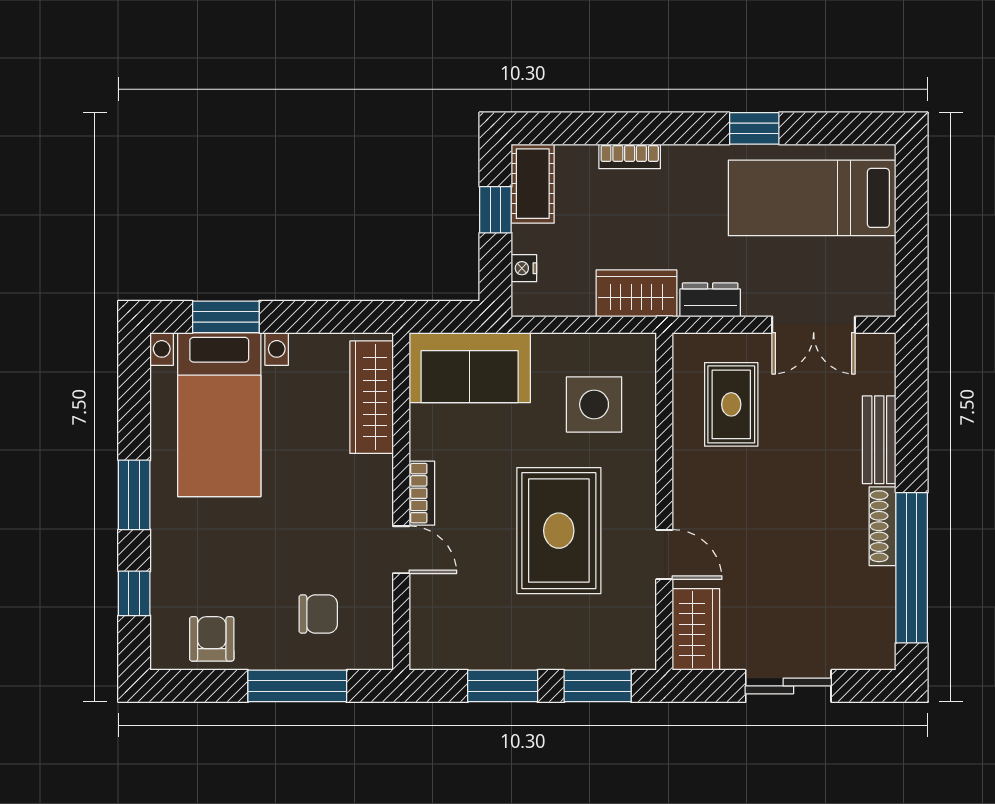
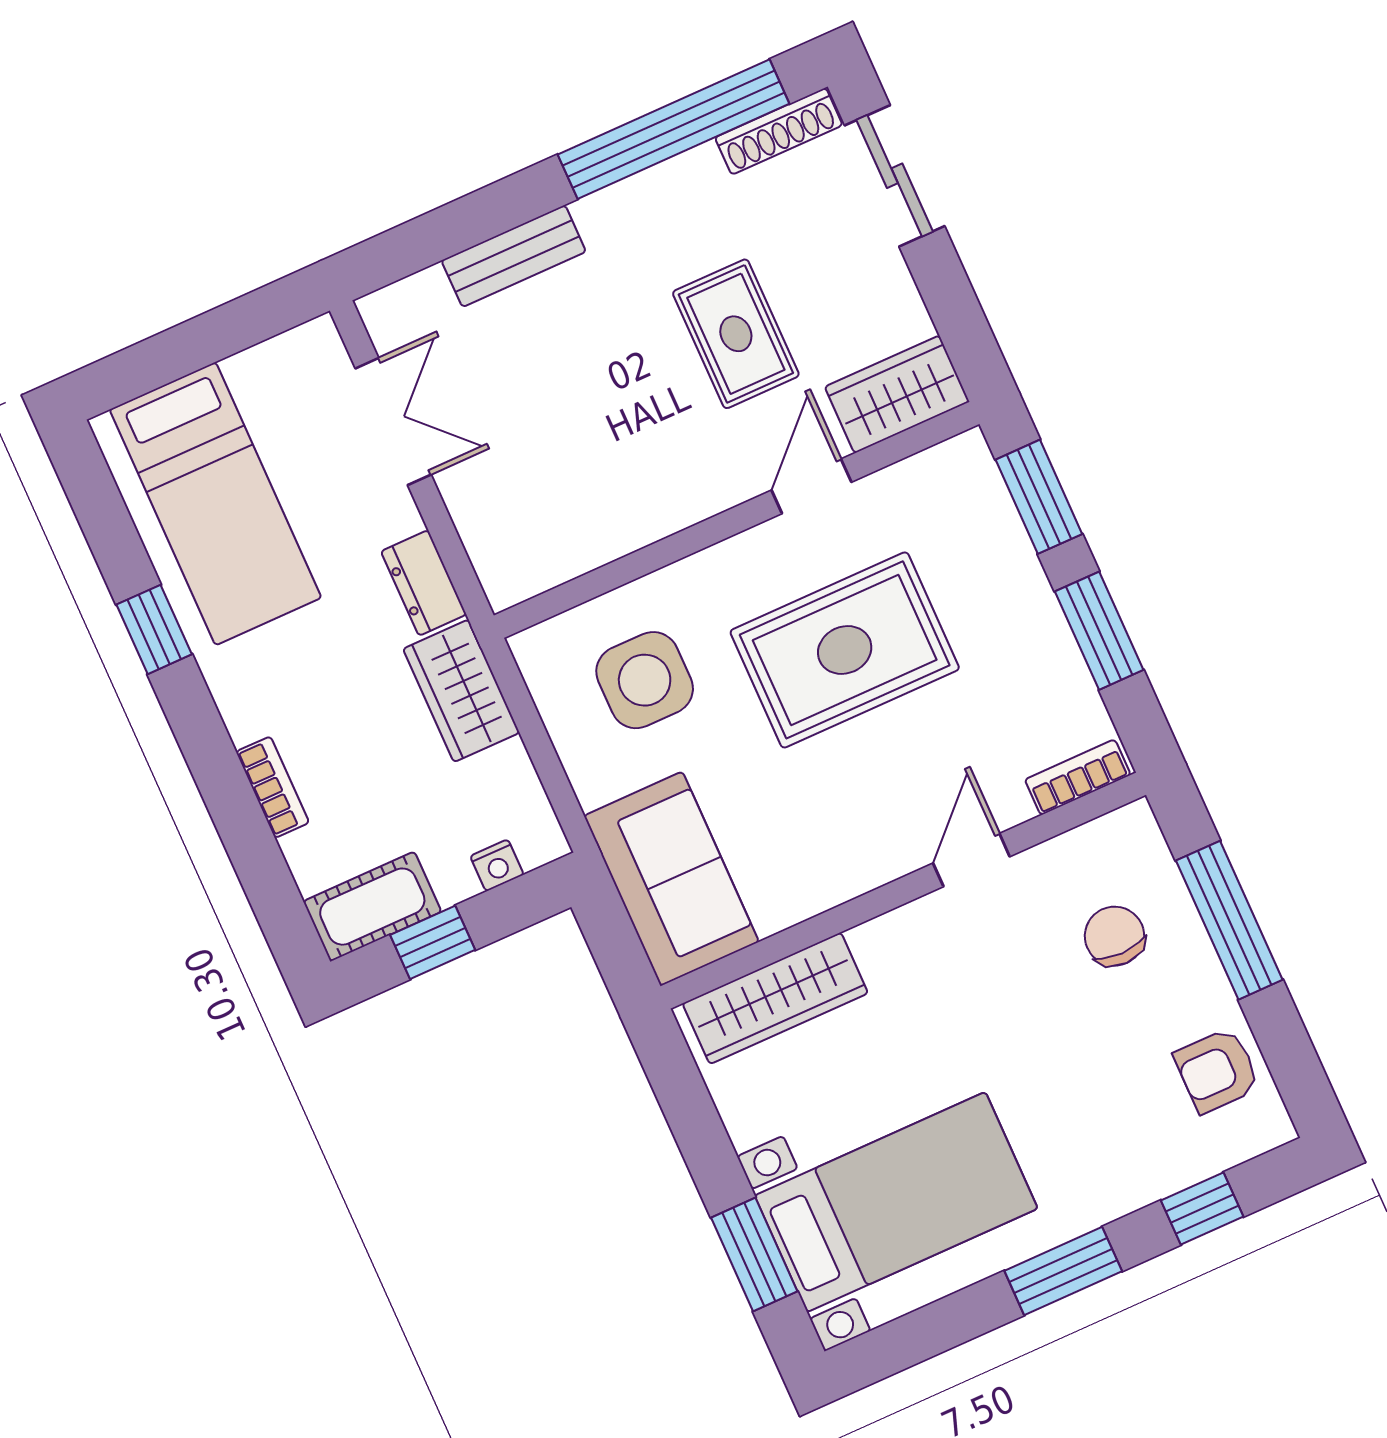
rug: (731, 404) -> (736, 334), moved, turned 90
bookcase: (422, 493) -> (1078, 777), moved
shoe rack: (883, 526) -> (779, 131), moved
sliding door: (788, 686) -> (895, 176), moved

